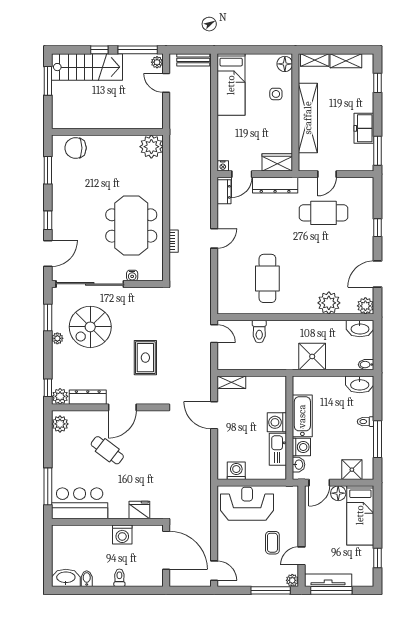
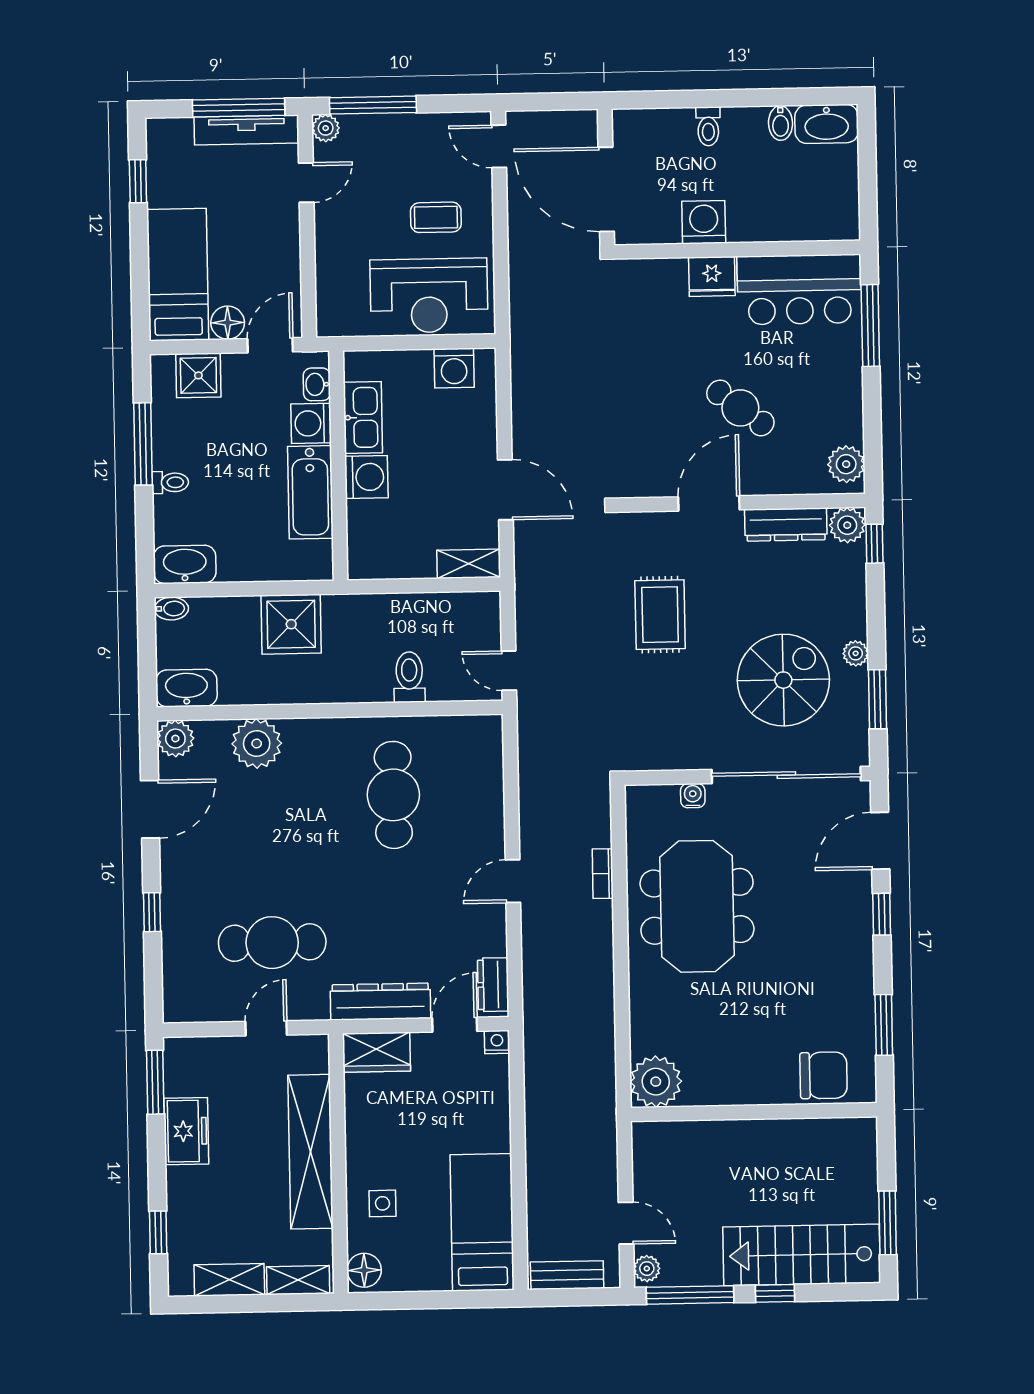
fridge: (139, 510) -> (712, 276), moved
coffee table: (272, 543) -> (436, 217), moved, turned 90

